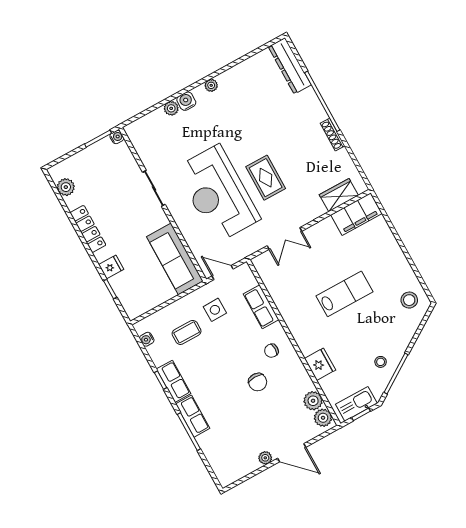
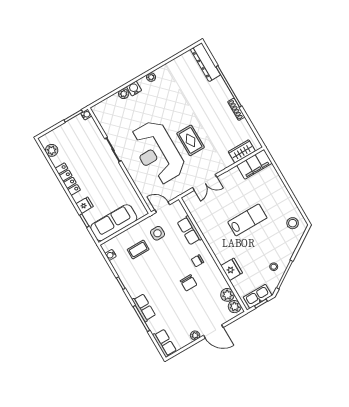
sofa: (175, 259) -> (114, 223), moved, turned 90
row of seats: (174, 381) -> (165, 343), moved

